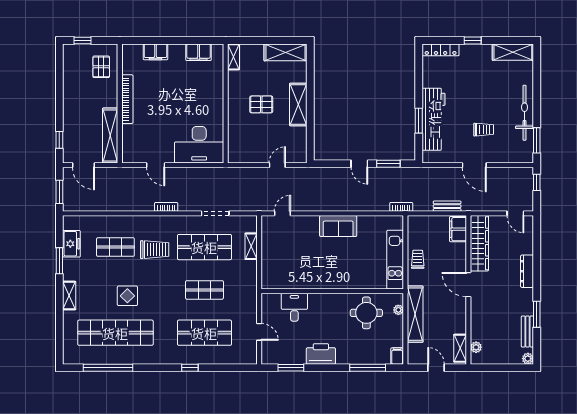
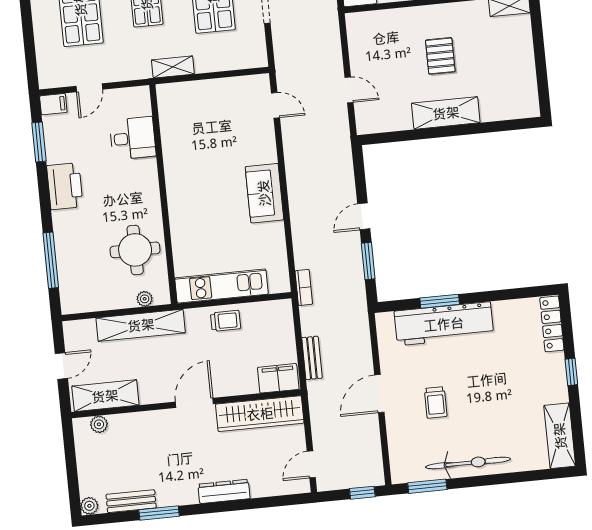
shelving: (285, 52) -> (524, 85), removed
shelving: (251, 246) -> (173, 67), moved
shelving: (460, 348) -> (105, 396), width x1.50, depth x1.33
filing cabinet: (397, 356) -> (53, 104), moved

